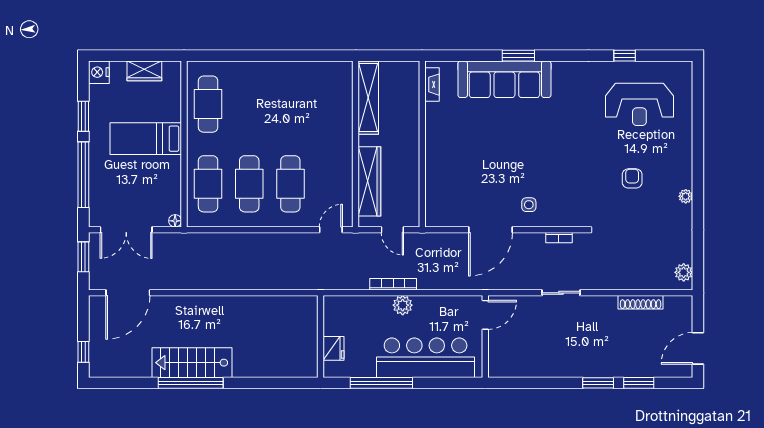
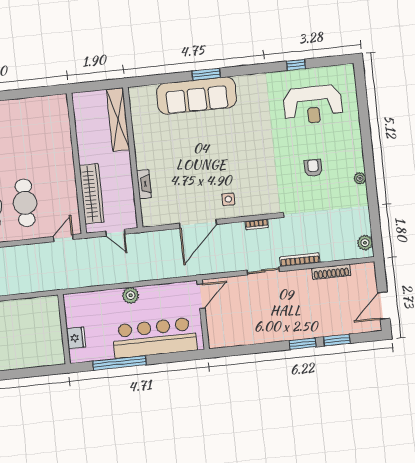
fireplace: (432, 85) -> (144, 184), moved
shelving: (368, 98) -> (118, 120), moved
bookcase: (393, 284) -> (300, 260), moved

